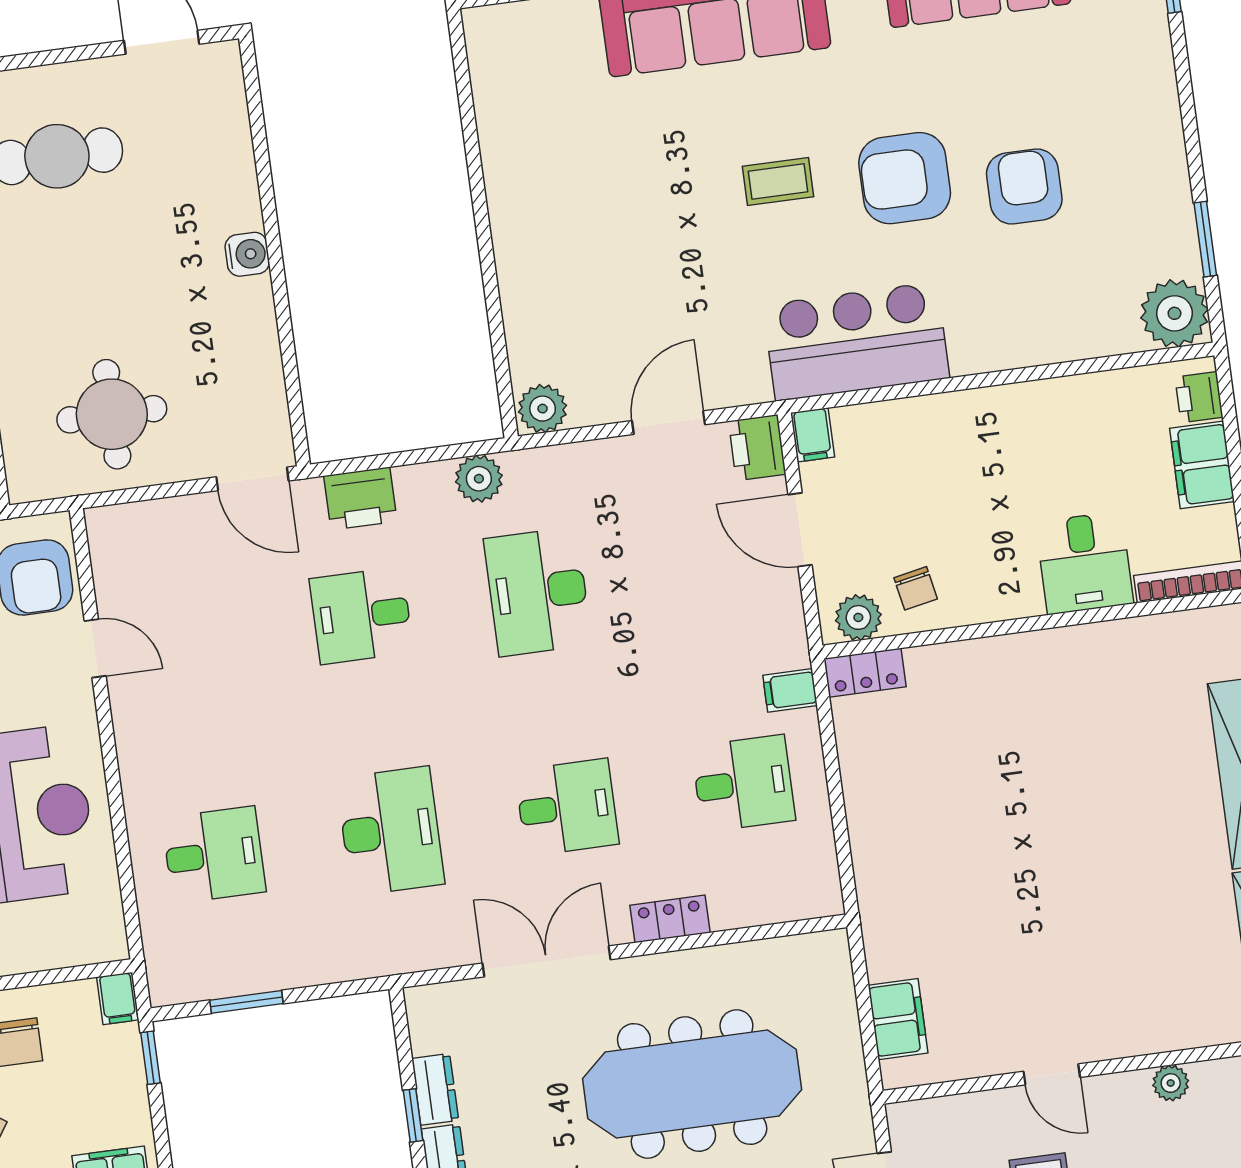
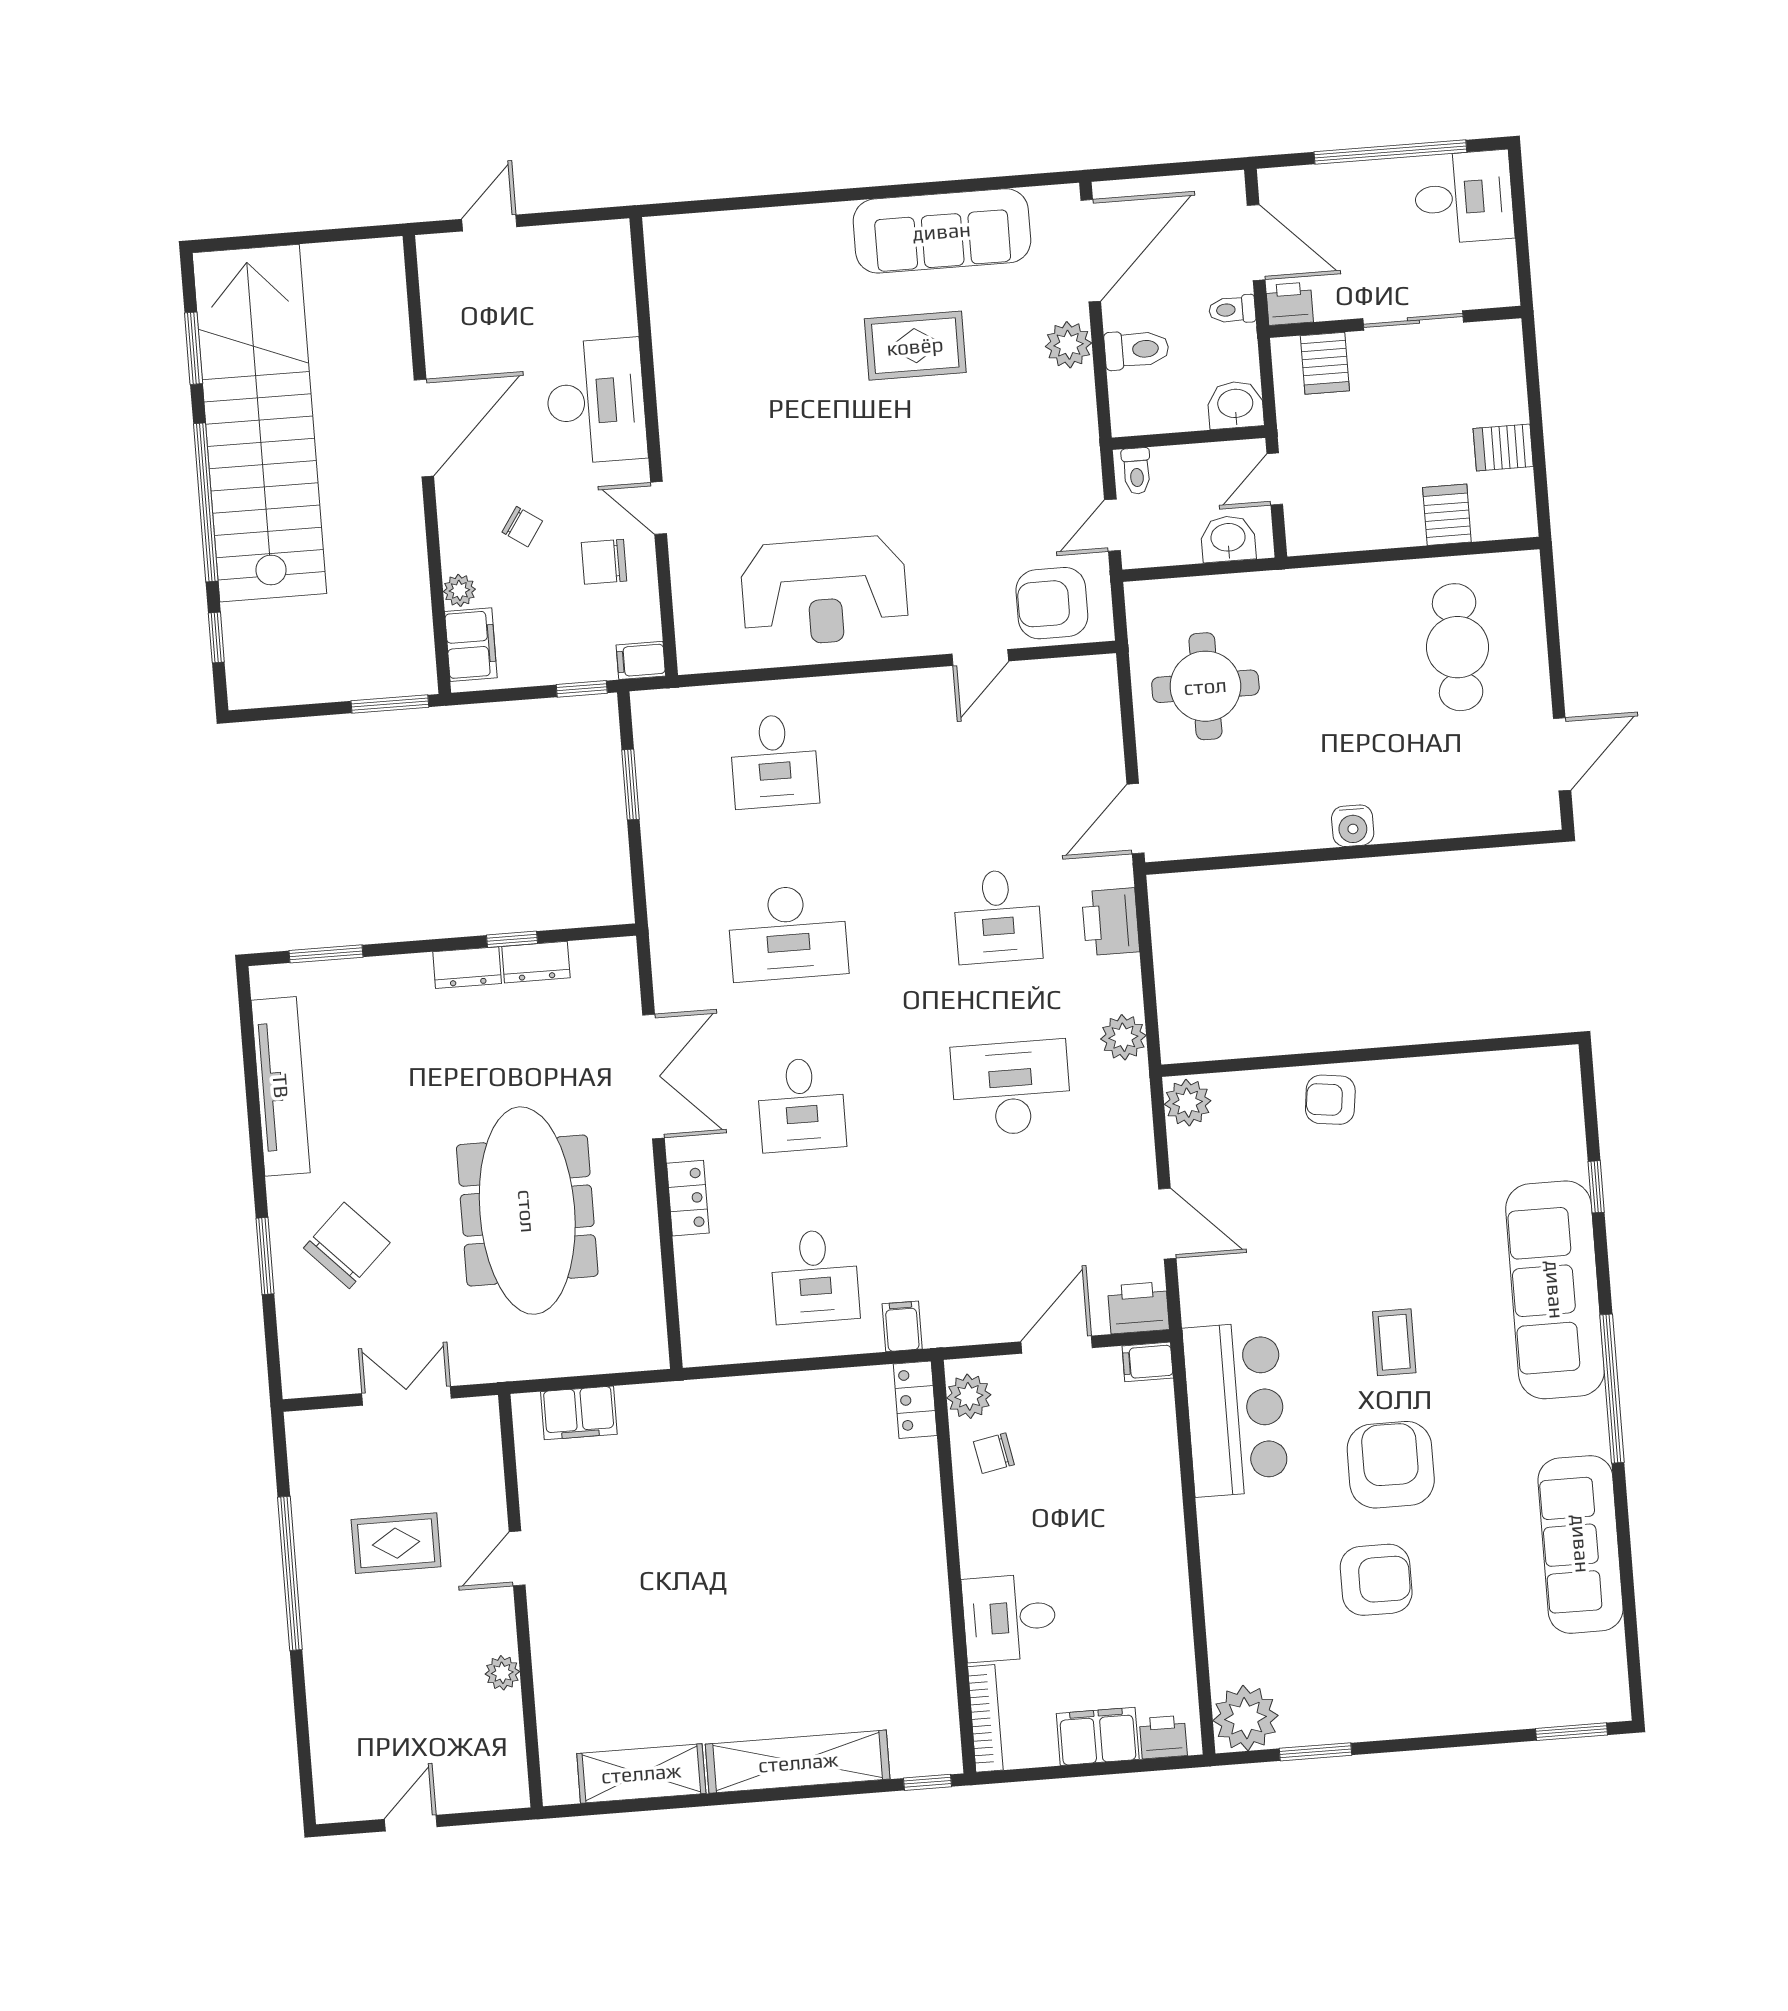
armchair: (531, 261) -> (1330, 1100), added
desk: (361, 616) -> (998, 916), turned 180

